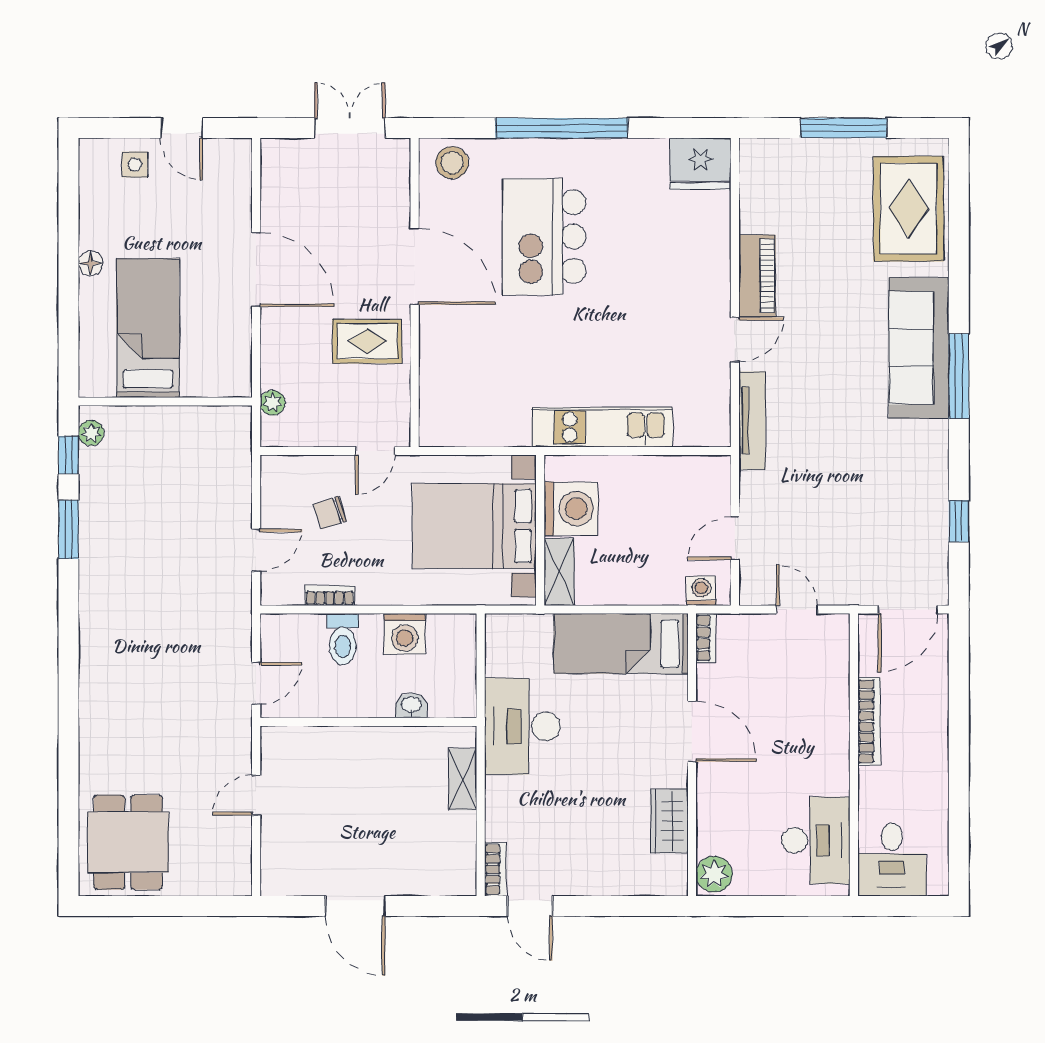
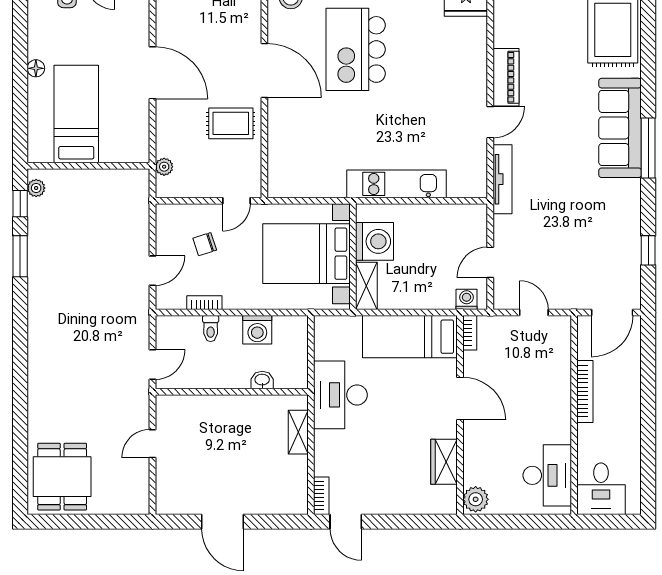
toilet: (343, 639) -> (211, 328), width x0.73, depth x0.72

